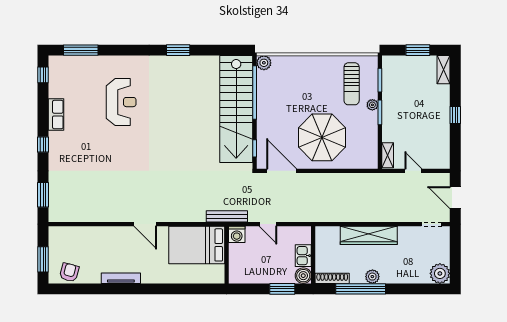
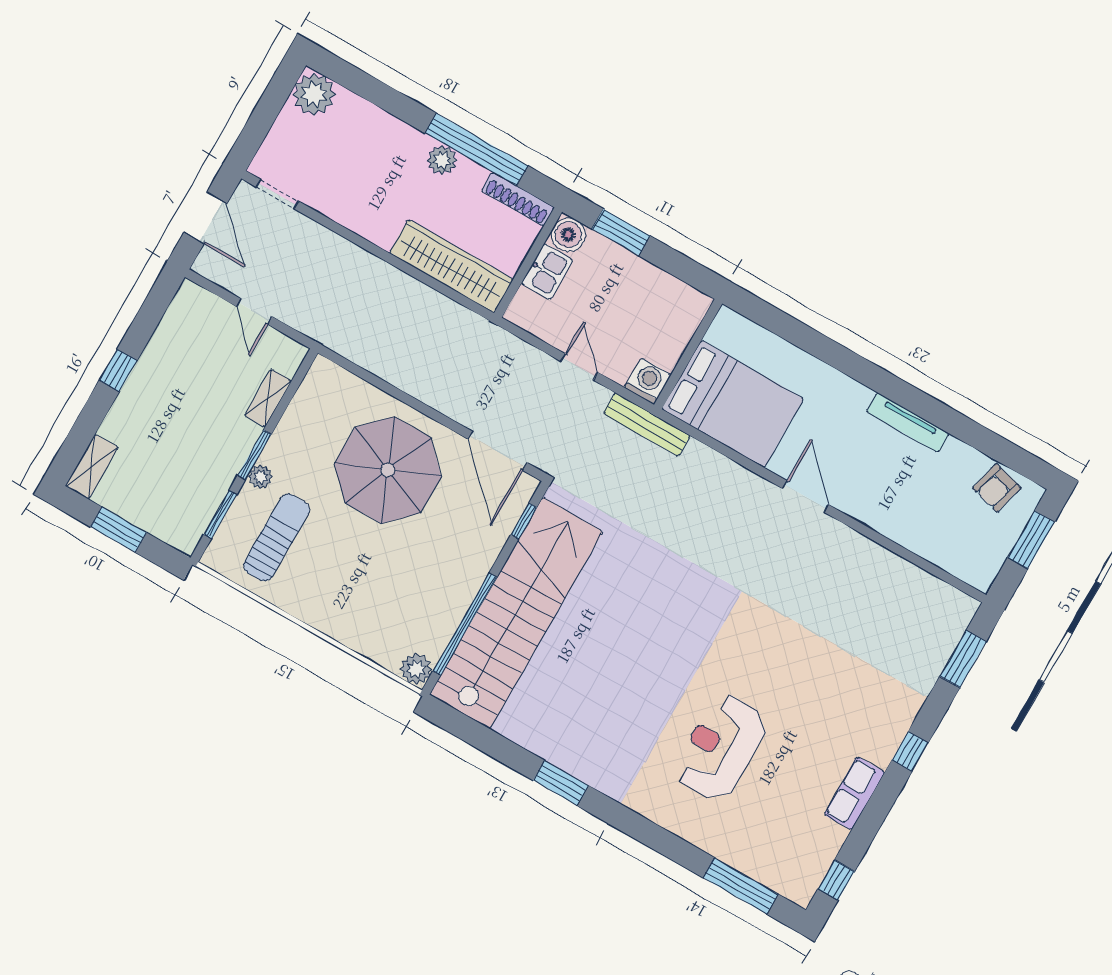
shelving: (388, 155) -> (268, 398), moved
wardrobe: (369, 235) -> (451, 266), moved

